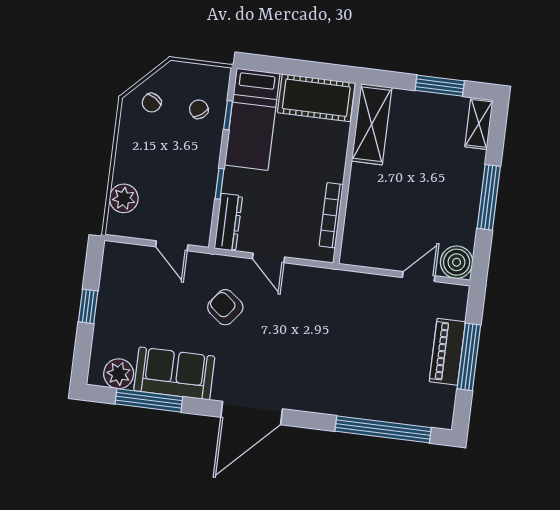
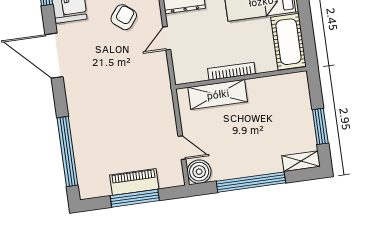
shelving: (372, 124) -> (218, 94), moved
window: (489, 197) -> (251, 182), width x1.46
bookcase: (331, 215) -> (231, 71), moved

